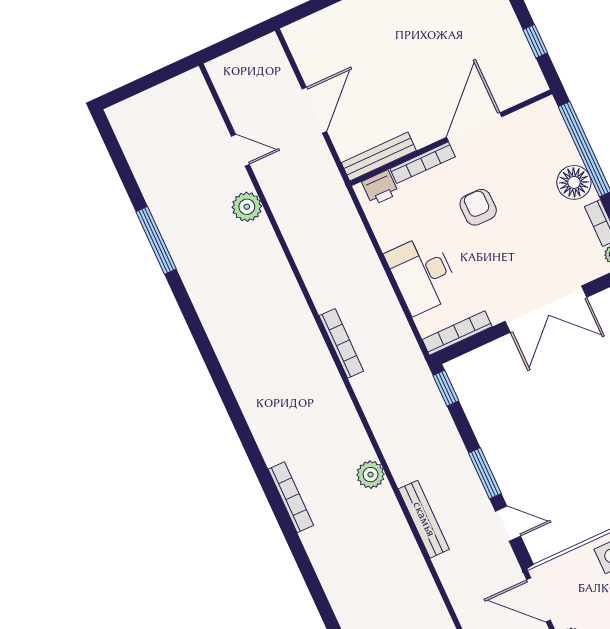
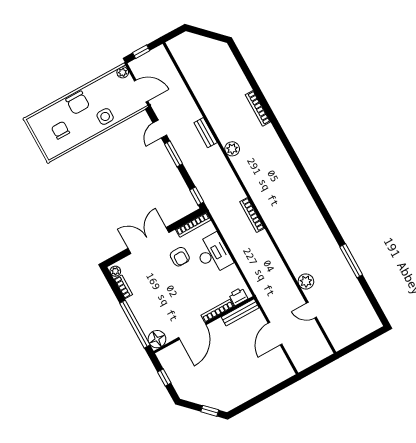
floor lamp: (574, 182) -> (157, 339), moved
armchair: (478, 207) -> (180, 257), moved
bookcase: (291, 497) -> (258, 108), moved
bench: (424, 519) -> (206, 133), width x0.73
door: (508, 524) -> (160, 129), hinge flipped

